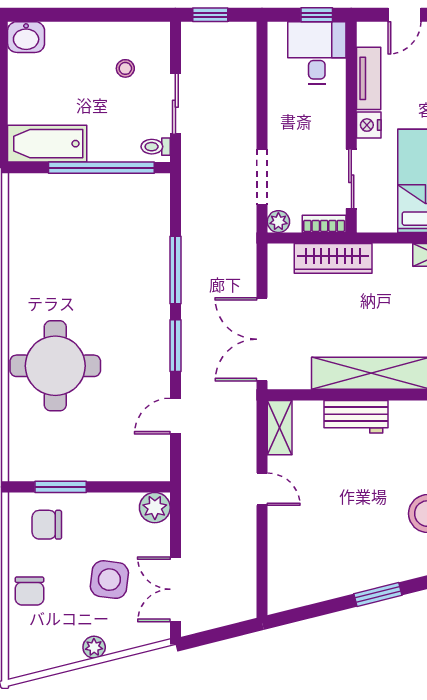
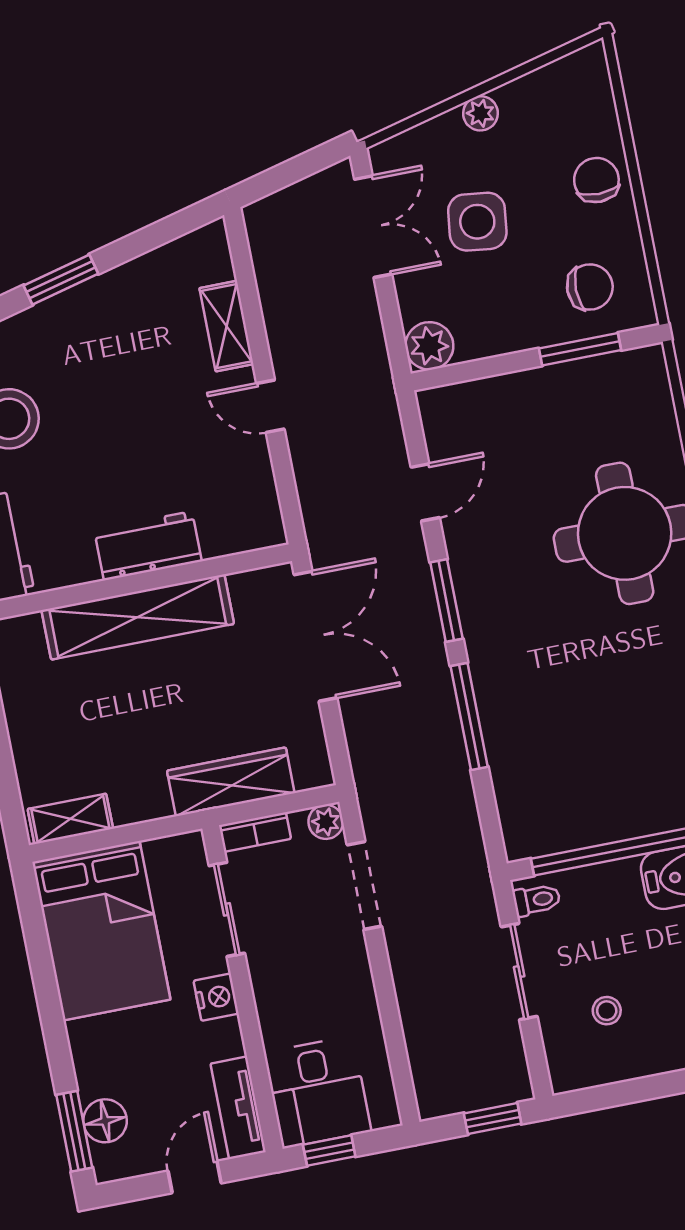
tv unit: (369, 78) -> (238, 1108), moved
shelving: (280, 428) -> (226, 326), moved

